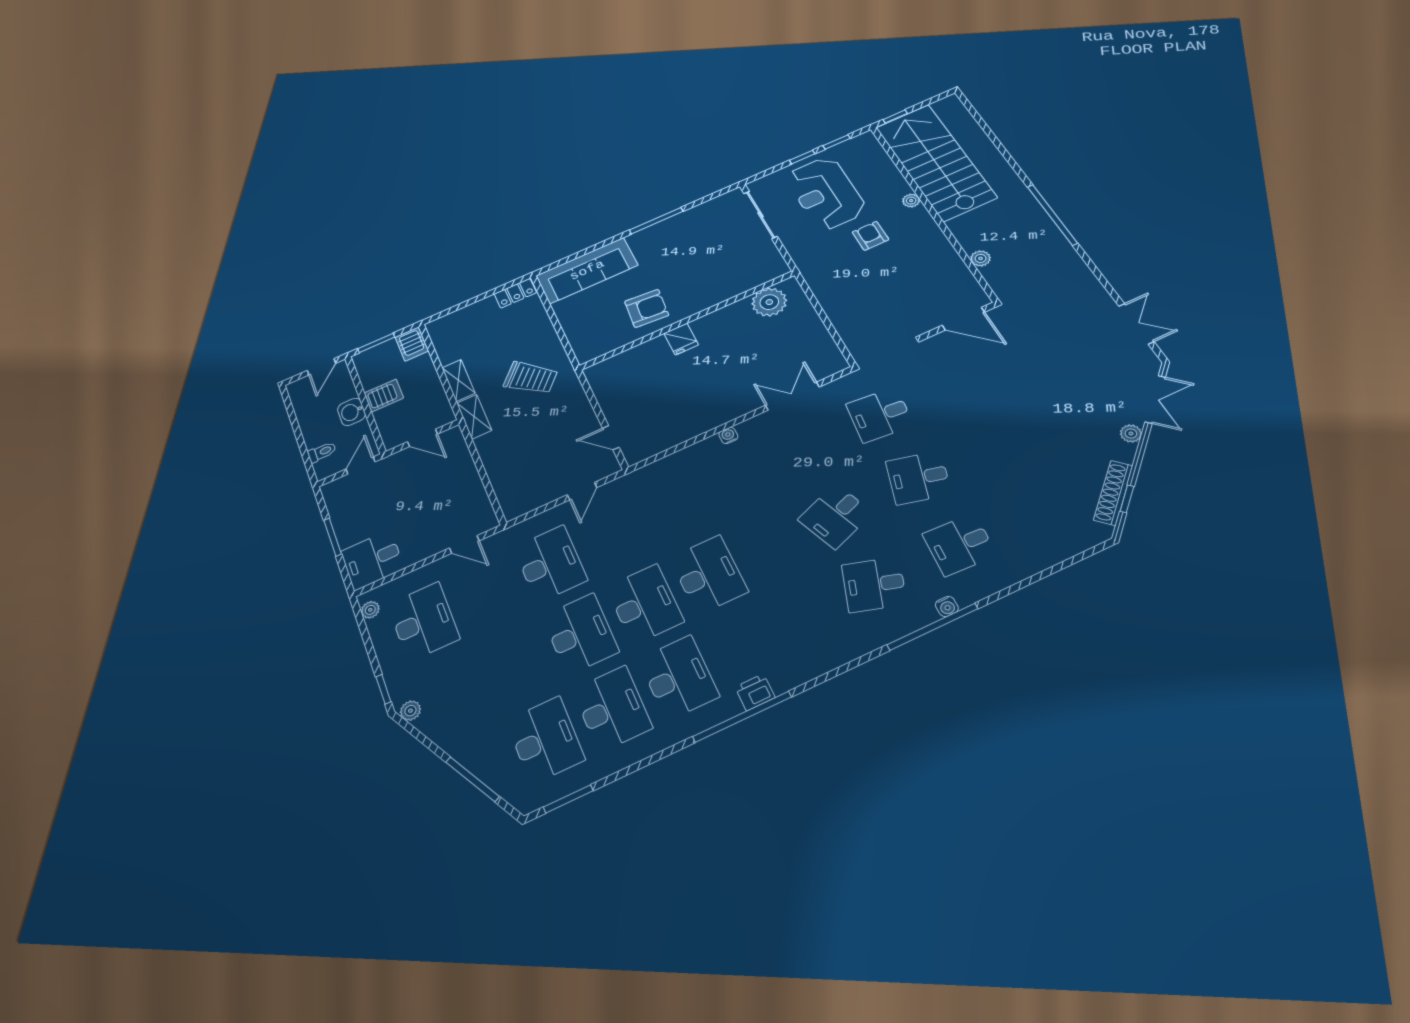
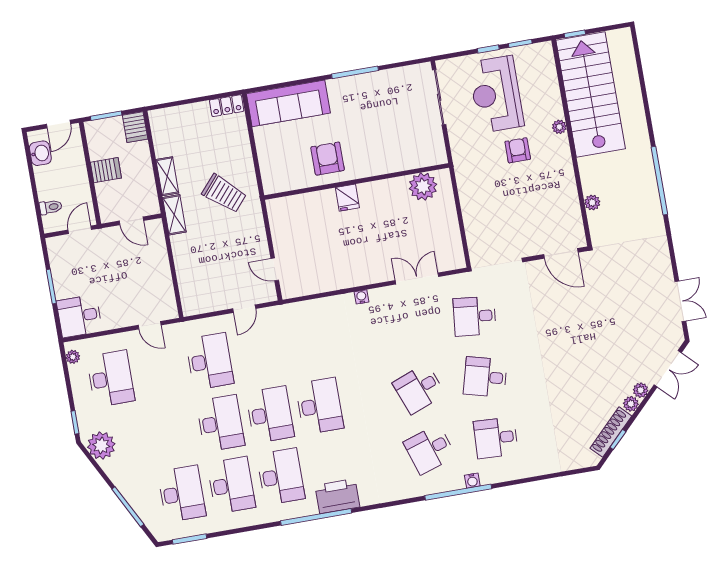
armchair: (647, 308) -> (328, 159), turned -95
washbasin: (352, 412) -> (40, 153), moved, turned 180
plant: (1125, 453) -> (631, 404), added
desk: (874, 585) -> (430, 449), turned -36
printer: (755, 692) -> (337, 496), width x1.87, depth x1.48
plant: (410, 711) -> (101, 446), width x1.87, depth x1.87

